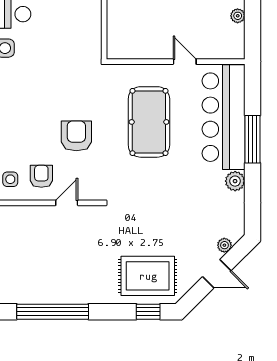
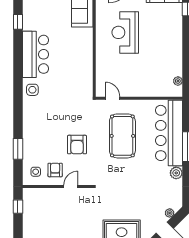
plant: (238, 16) -> (178, 81), moved
door: (185, 62) -> (113, 98), moved
armchair: (76, 136) -> (77, 145), turned 180

